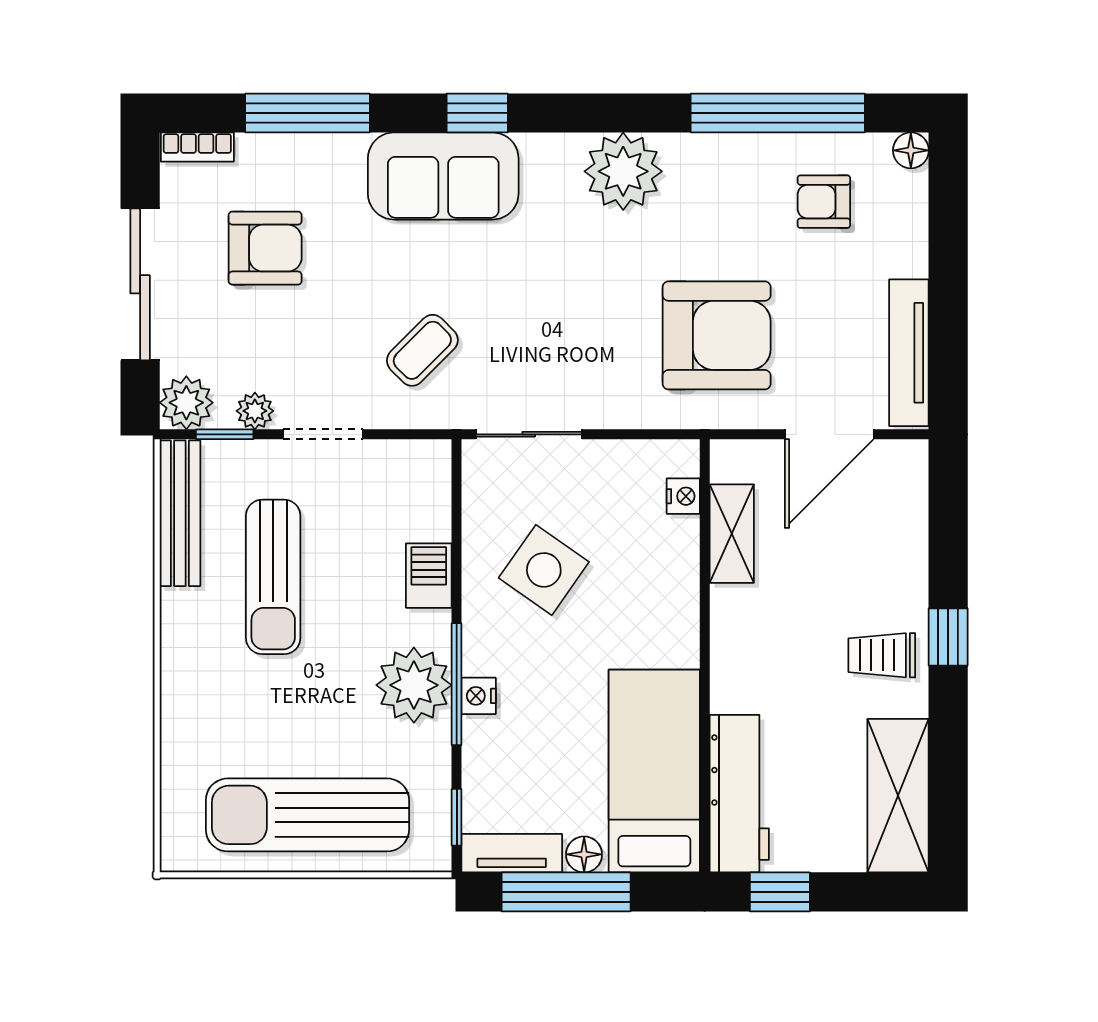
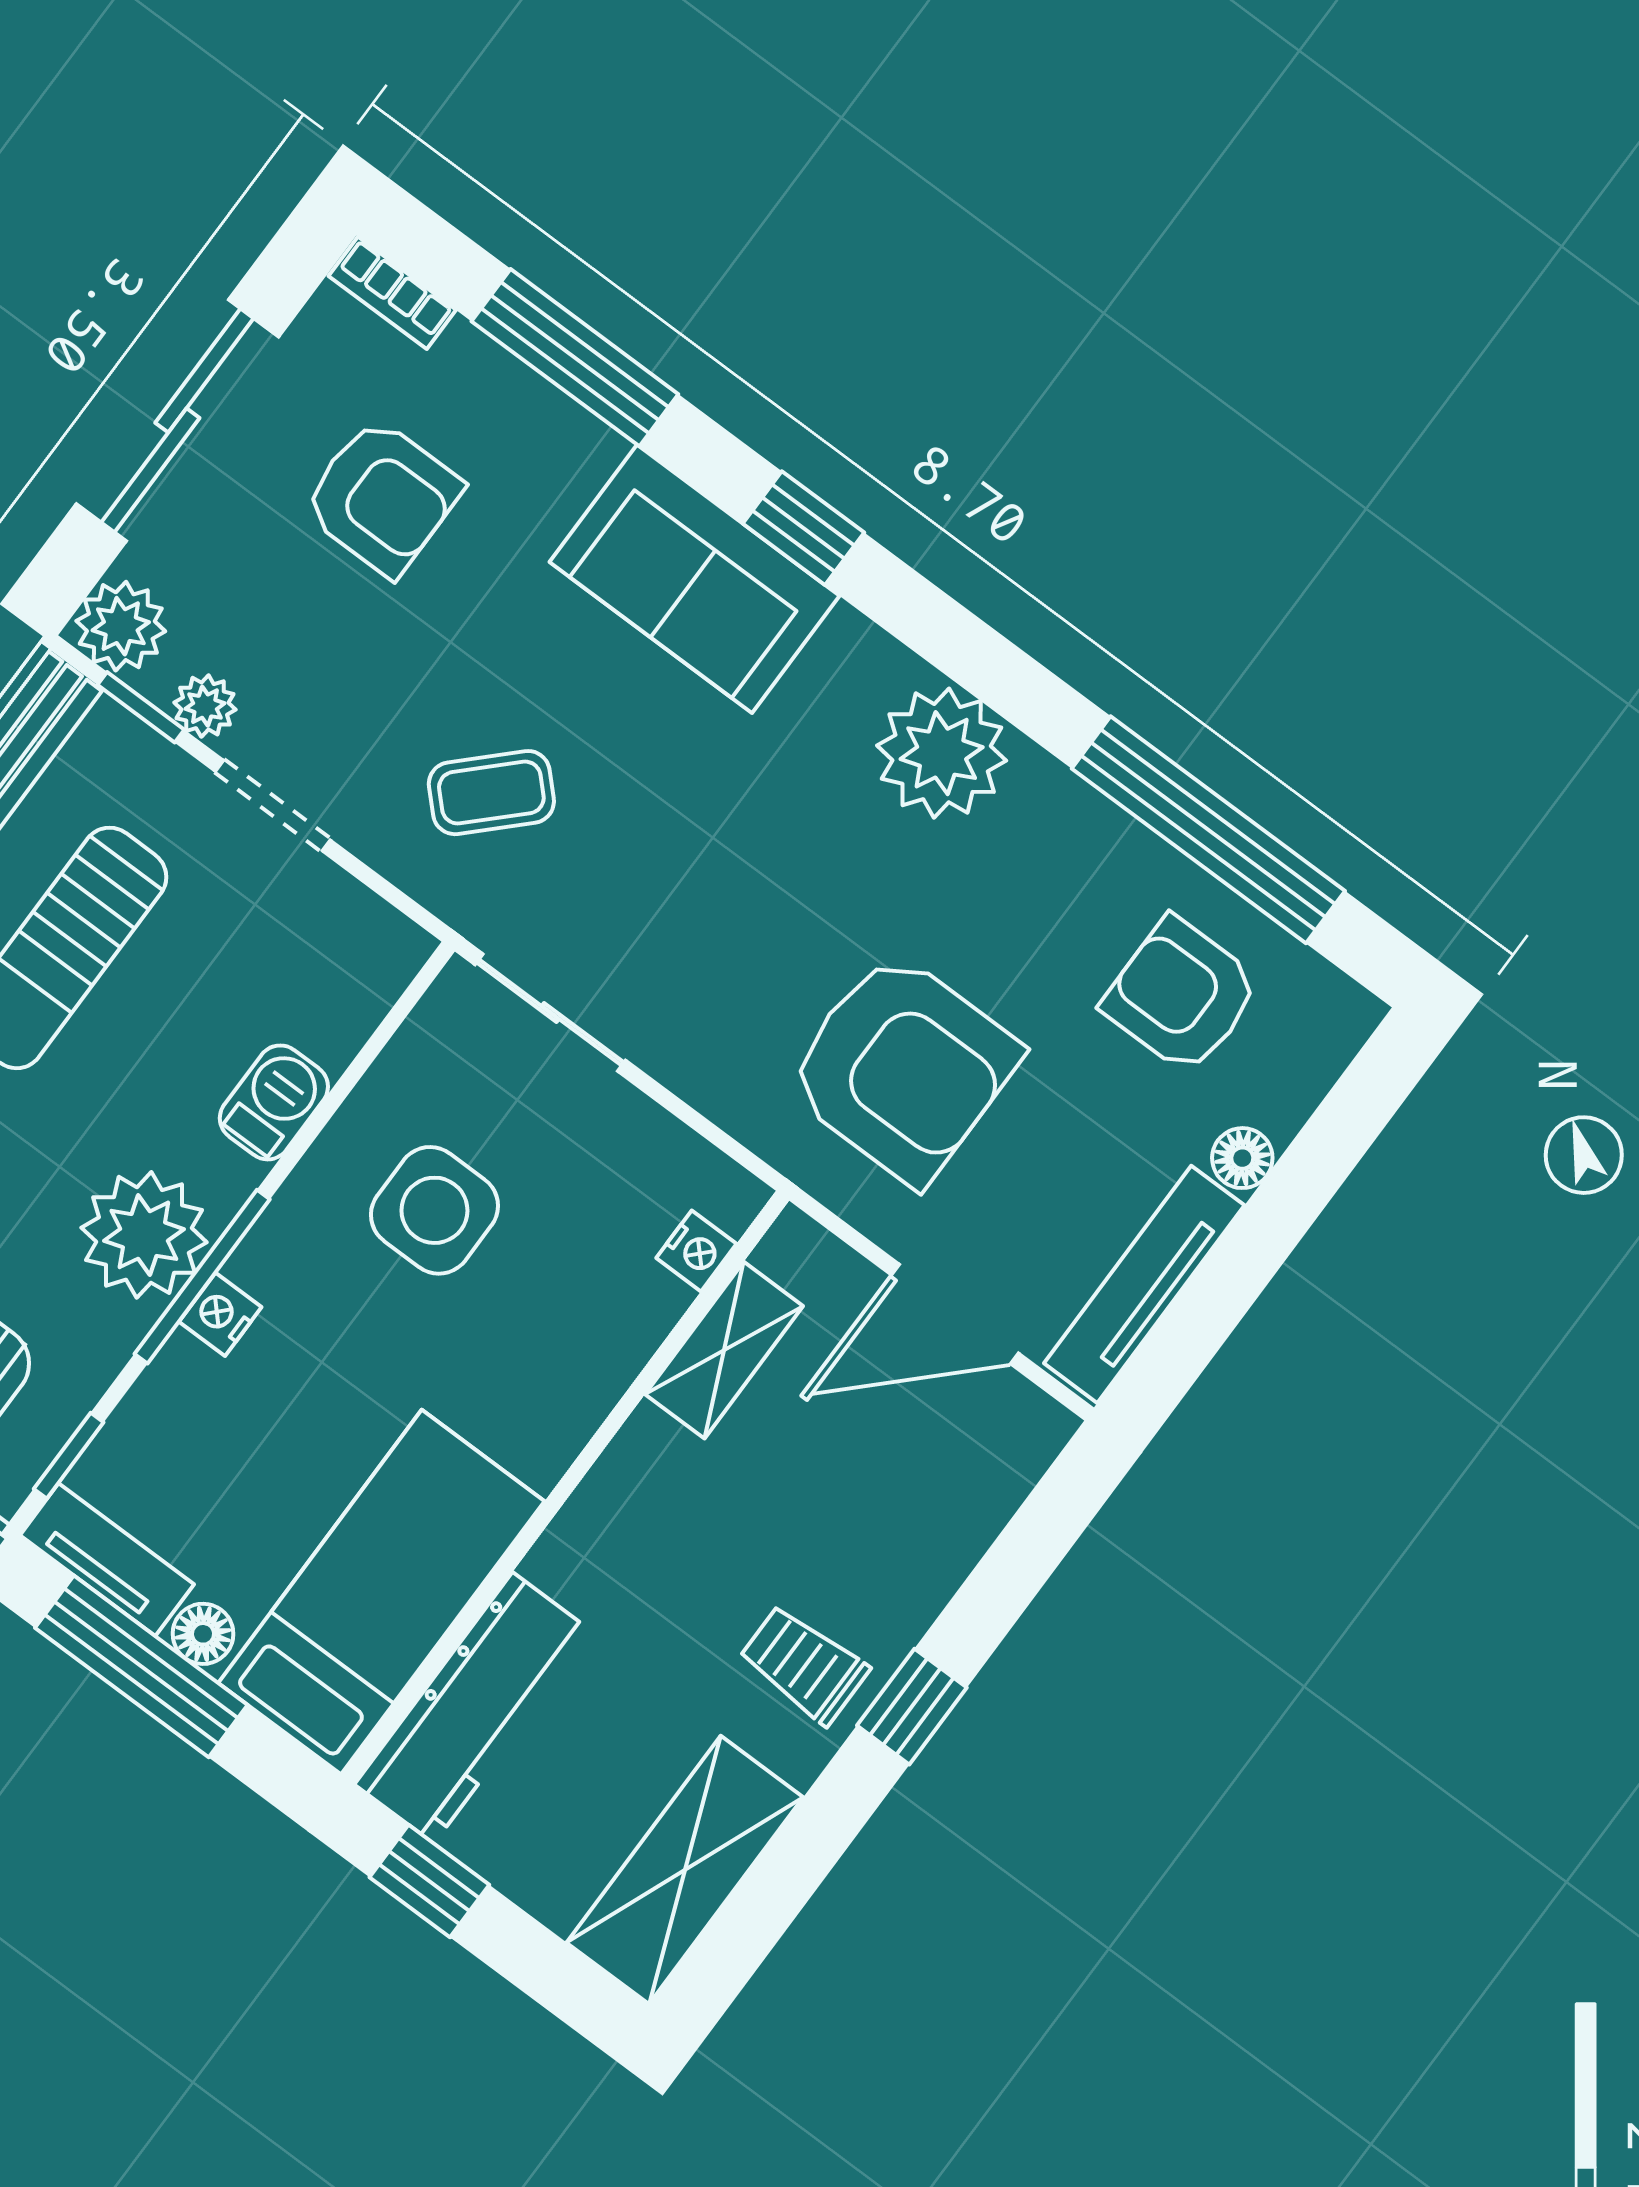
floor lamp: (911, 150) -> (1242, 1158), moved
armchair: (824, 202) -> (1181, 995), width x1.38, depth x1.38
side table: (544, 570) -> (434, 1210), turned -35

